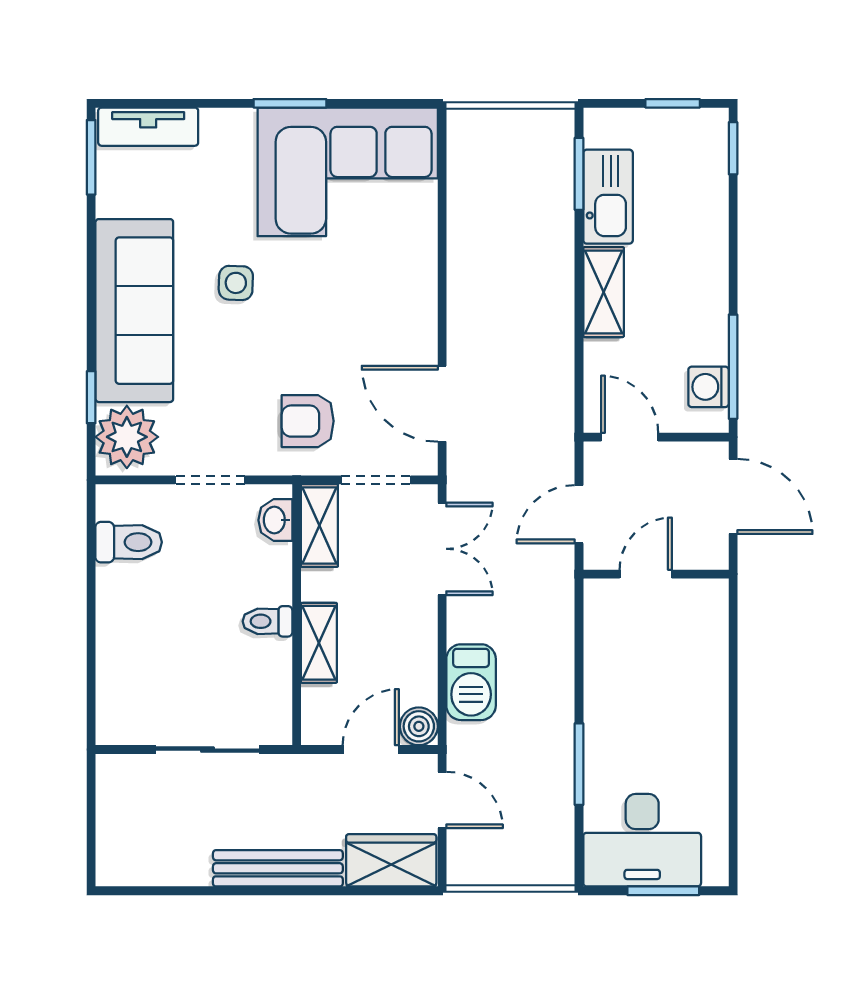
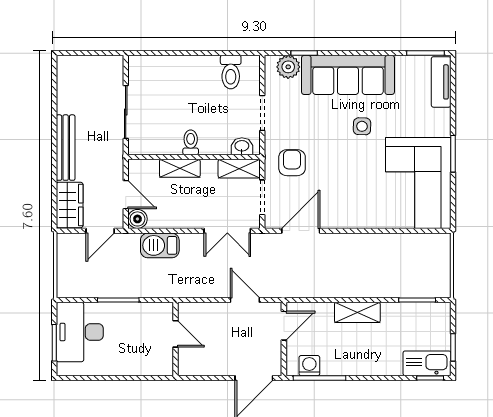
kitchen sink: (608, 197) -> (427, 363), moved, turned 180
plant: (127, 437) -> (288, 67), width x0.73, depth x0.73
door: (646, 574) -> (176, 334), moved
wall: (656, 574) -> (176, 339), moved

